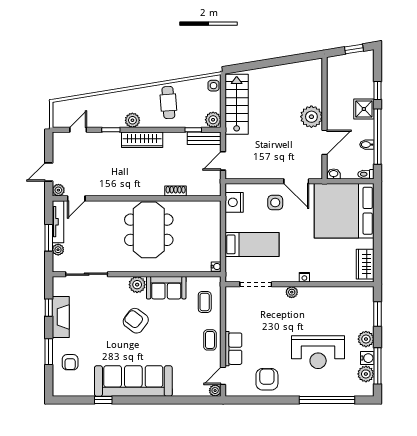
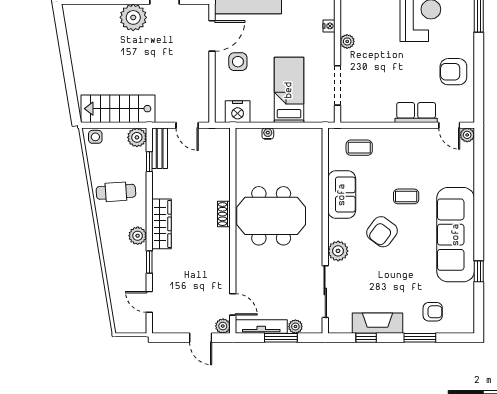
shoe rack: (176, 191) -> (224, 214), moved
water cooler: (216, 267) -> (268, 134), moved
plant: (137, 285) -> (338, 251), moved
coffee table: (210, 340) -> (406, 196), moved

